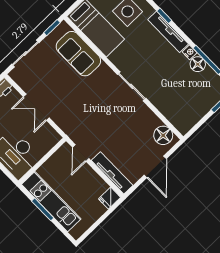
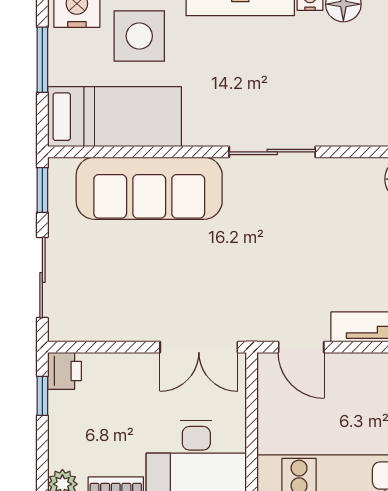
sofa: (78, 54) -> (149, 188), width x1.36
double door: (36, 107) -> (199, 347), moved

